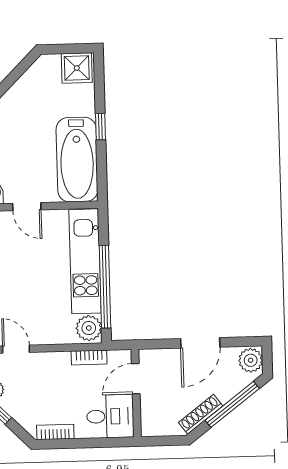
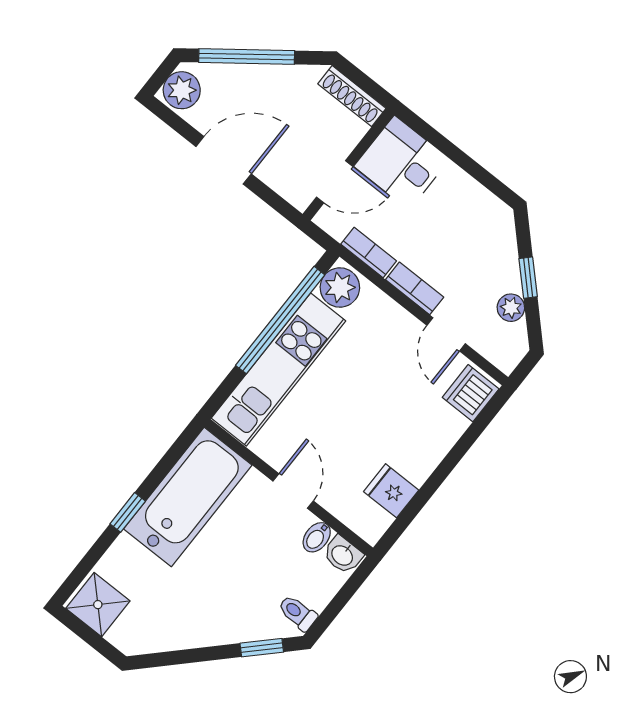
shoe rack: (201, 414) -> (352, 96), moved, turned 37
bookcase: (55, 432) -> (415, 288), moved, turned 180

